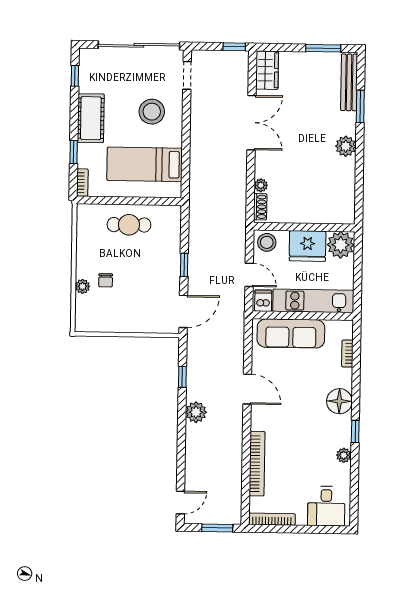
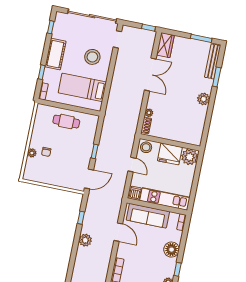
dishwasher: (263, 301) -> (135, 193), moved
kitchen unit: (313, 301) -> (165, 199), moved
wall: (303, 316) -> (157, 207), moved
sofa: (291, 333) -> (148, 216), moved

